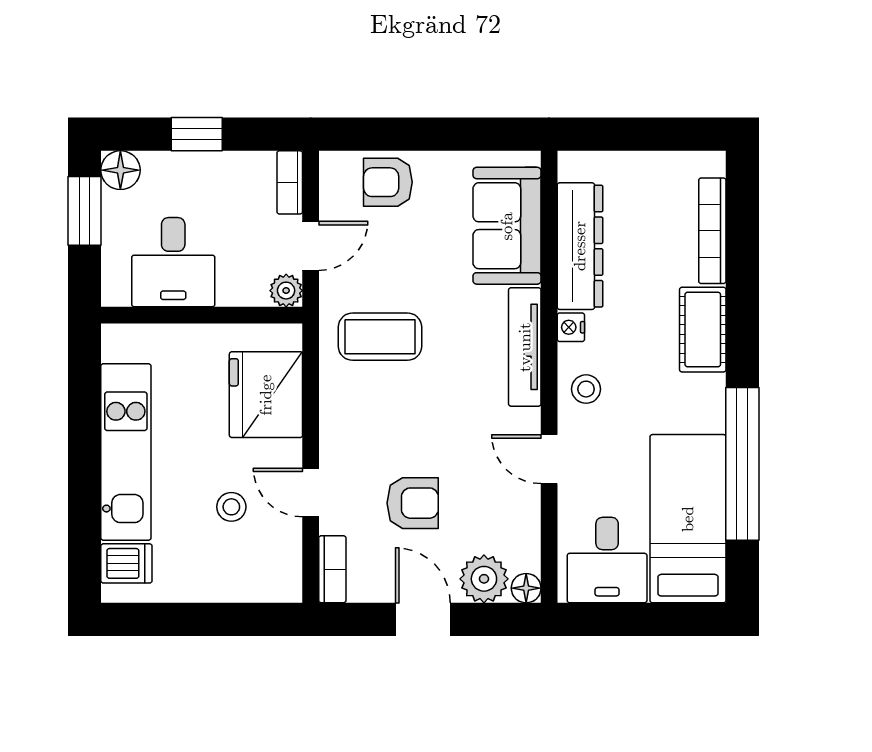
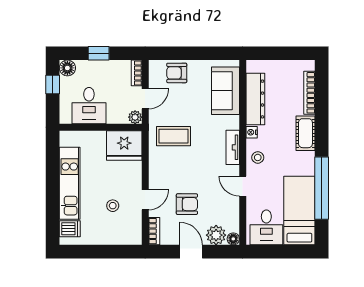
window: (85, 211) -> (53, 85), width x0.67
tv unit: (525, 347) -> (233, 147), width x0.71
fridge: (266, 395) -> (124, 146), moved, turned -90
door: (311, 492) -> (145, 200), swing flipped

